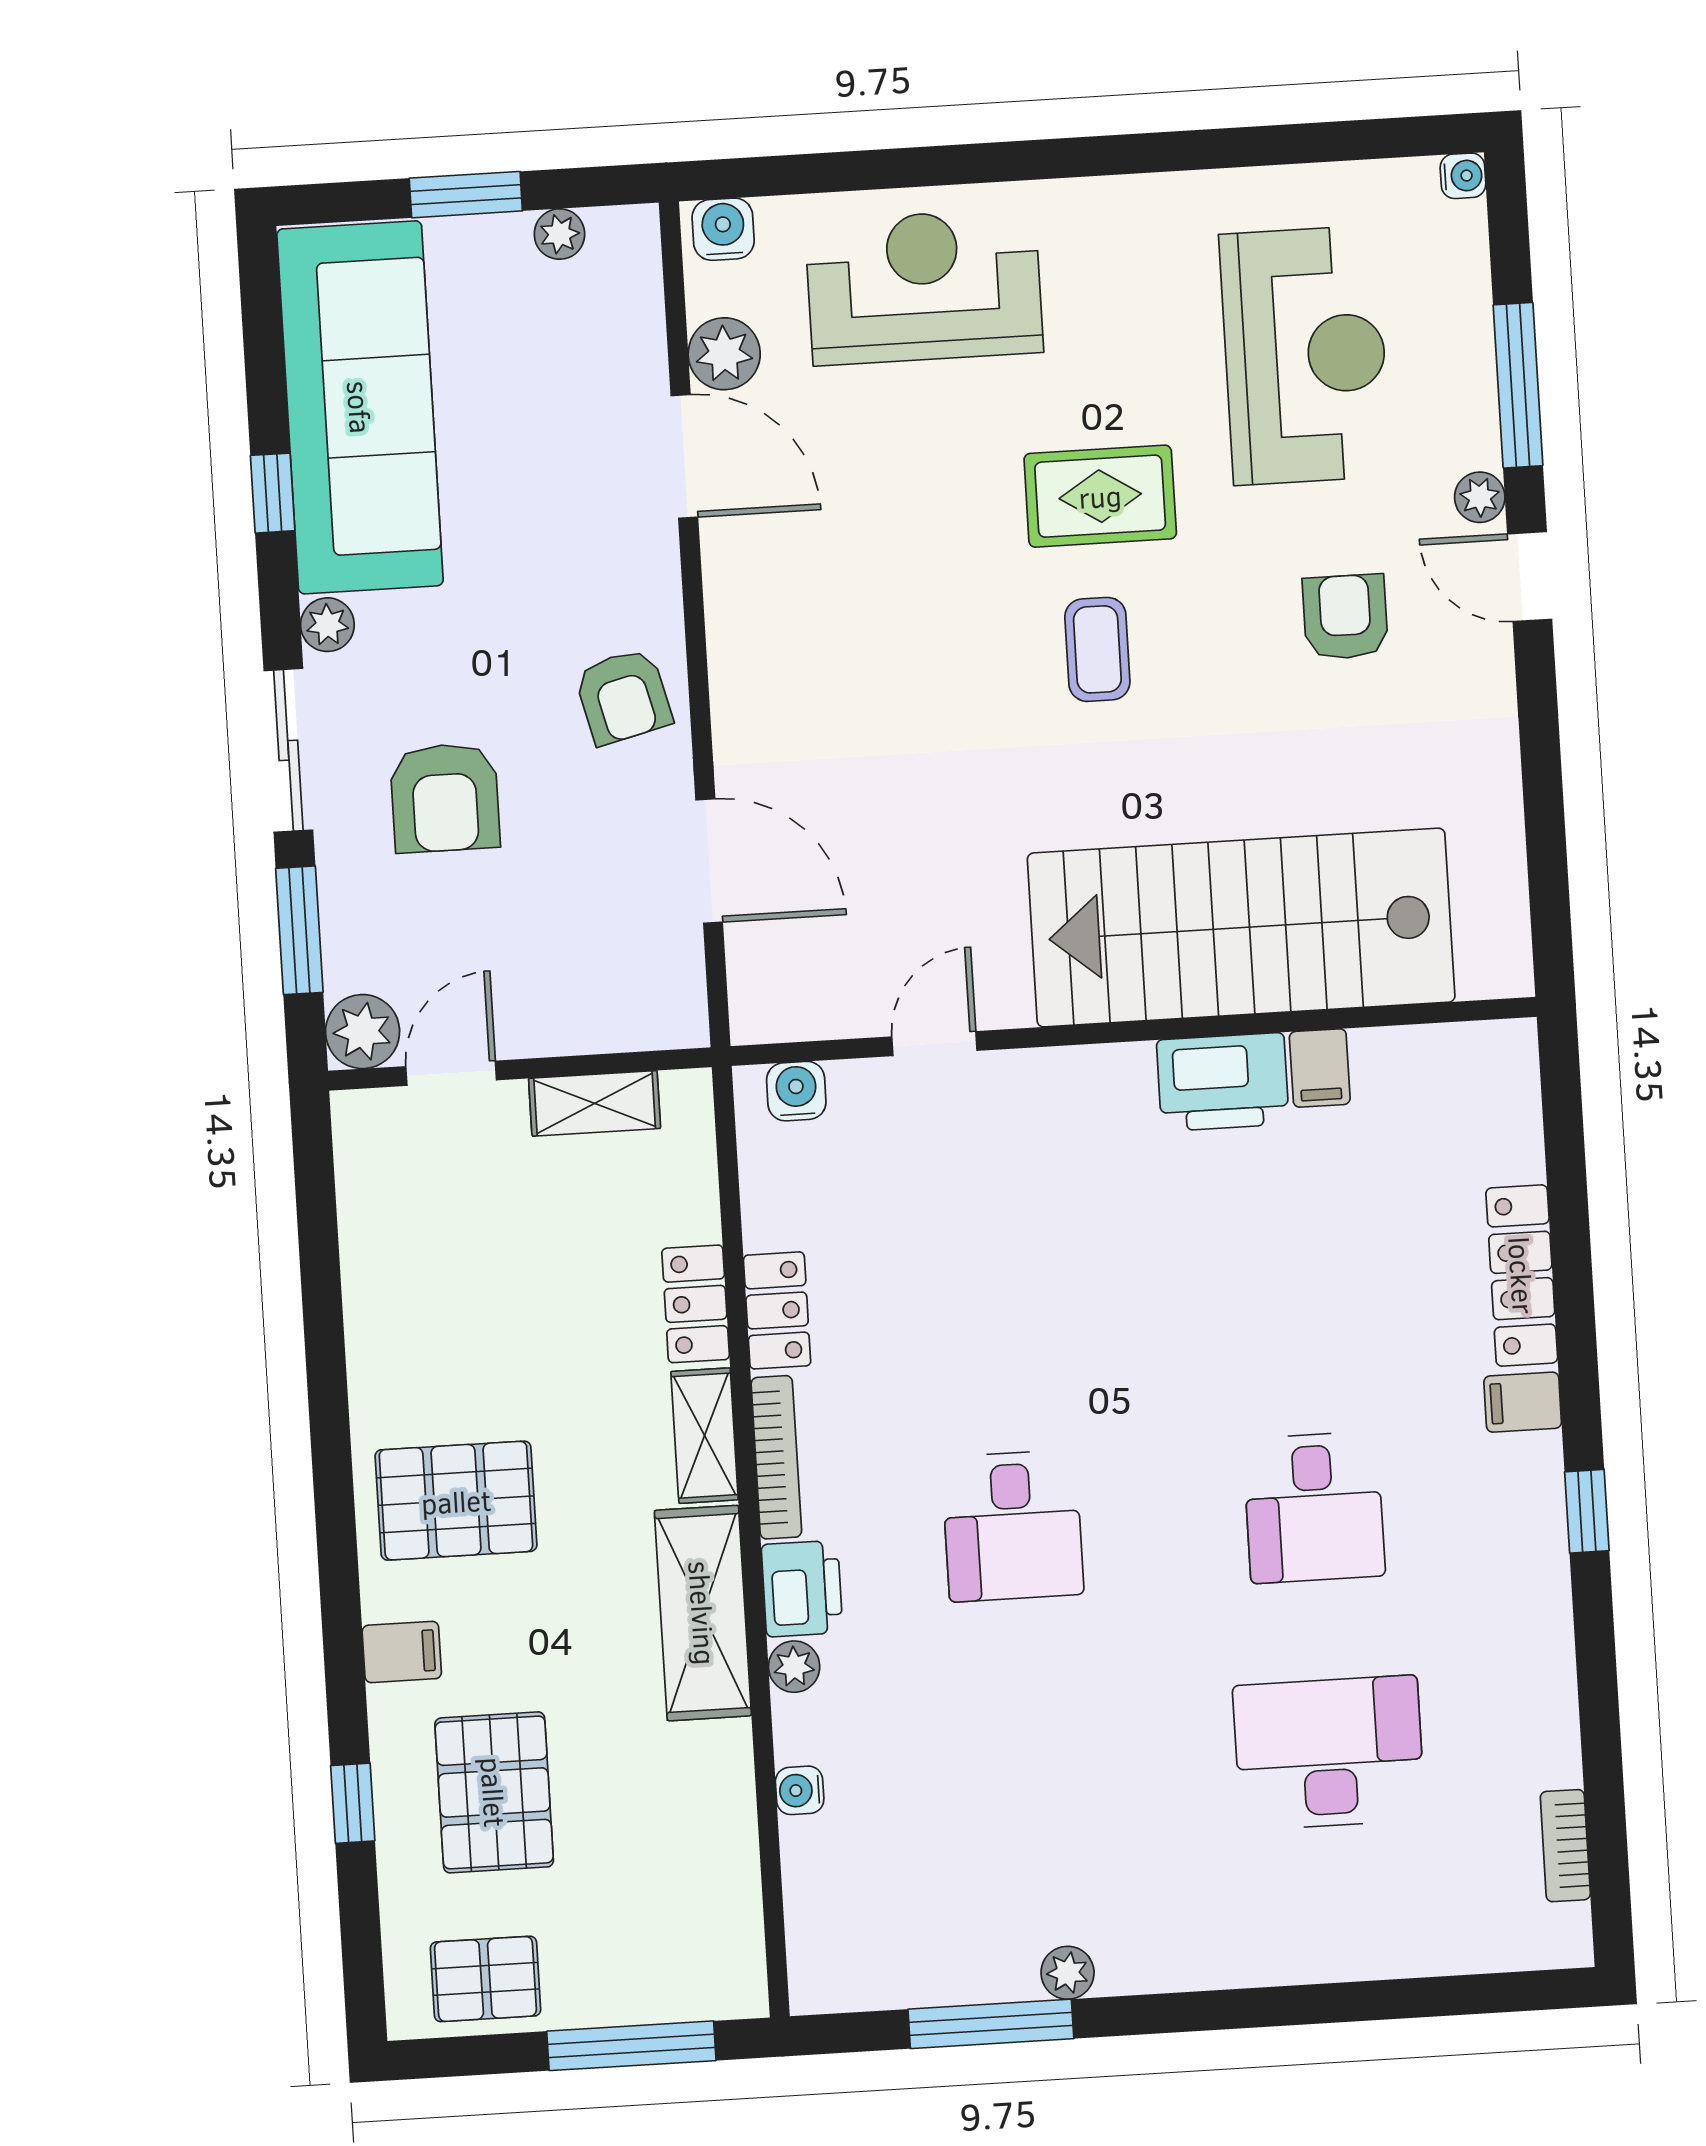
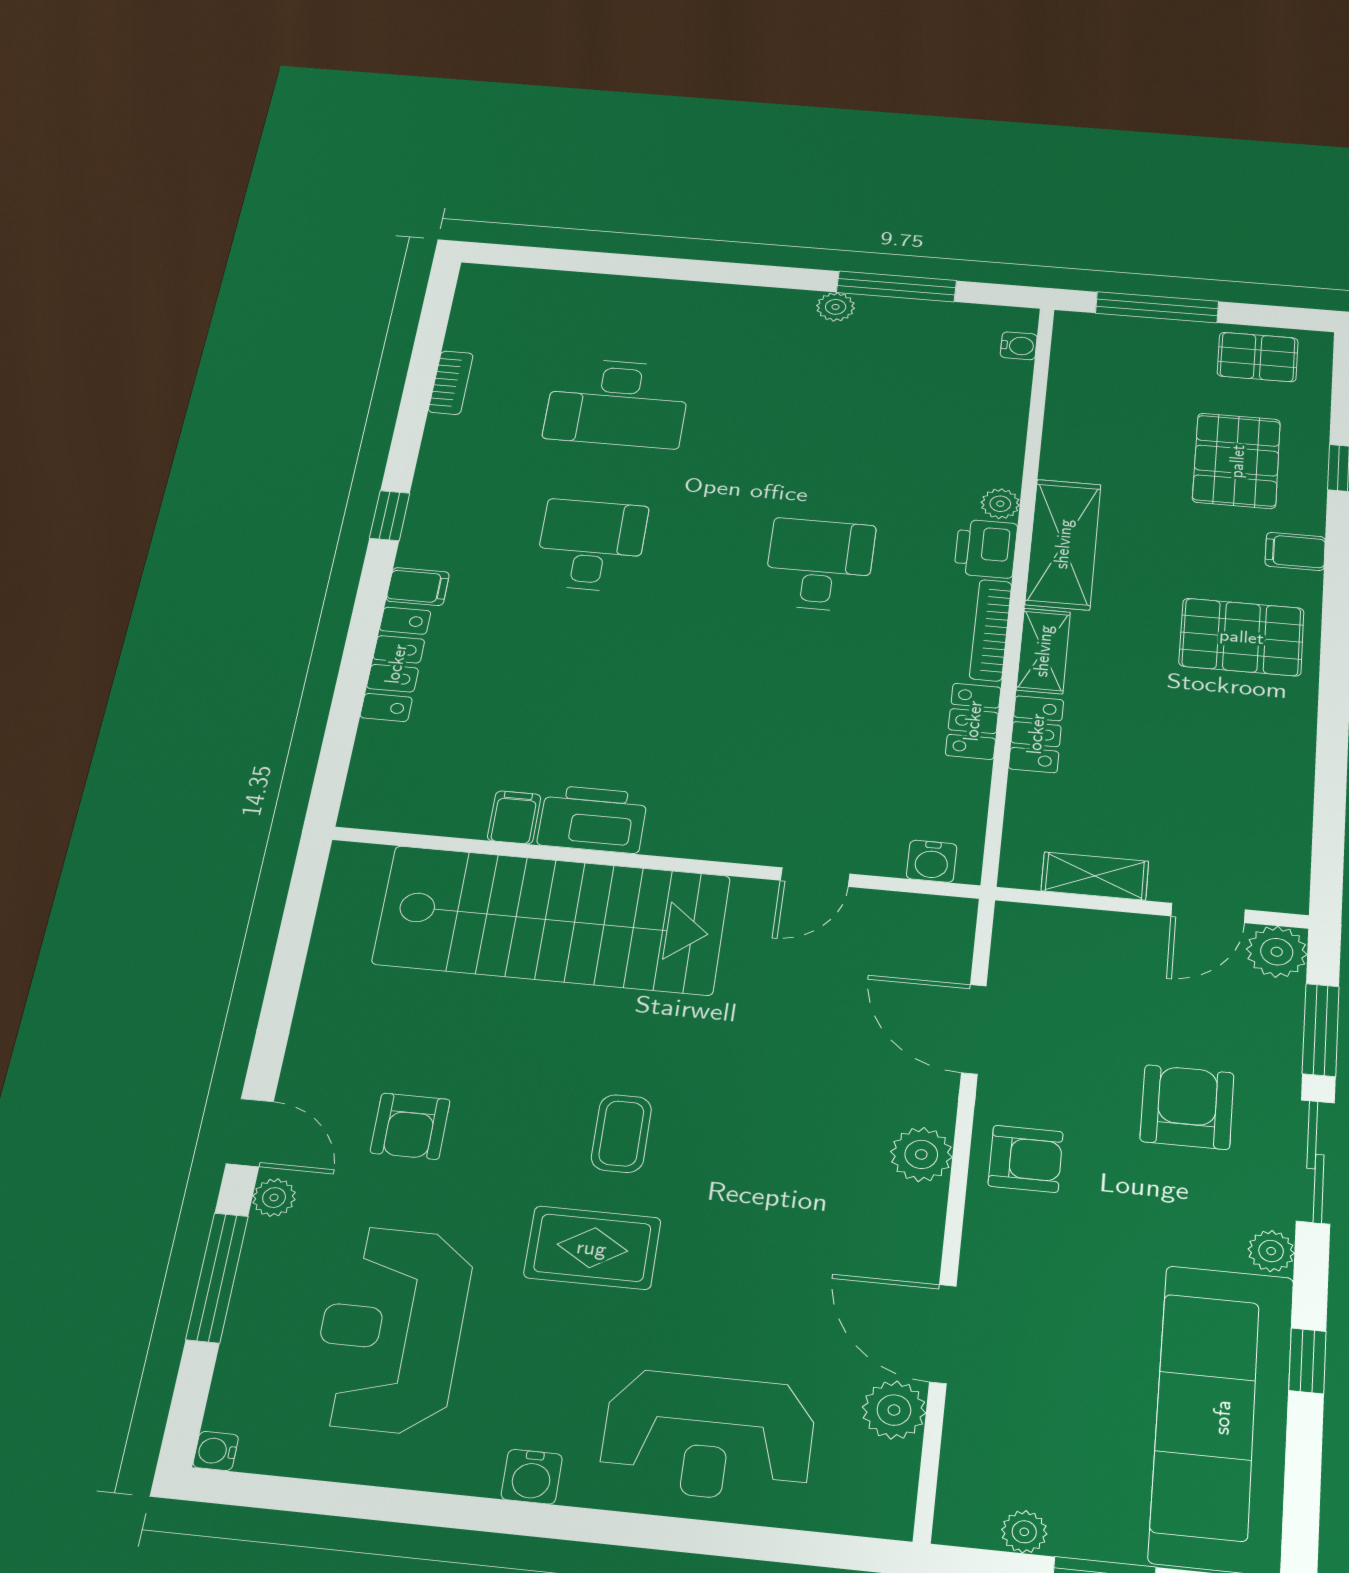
water cooler: (723, 229) -> (532, 1477), moved
plant: (745, 682) -> (921, 1154), added
armchair: (623, 696) -> (1026, 1159), turned 104
water cooler: (800, 1790) -> (1019, 346), moved
bookcase: (1565, 1846) -> (451, 383), moved

